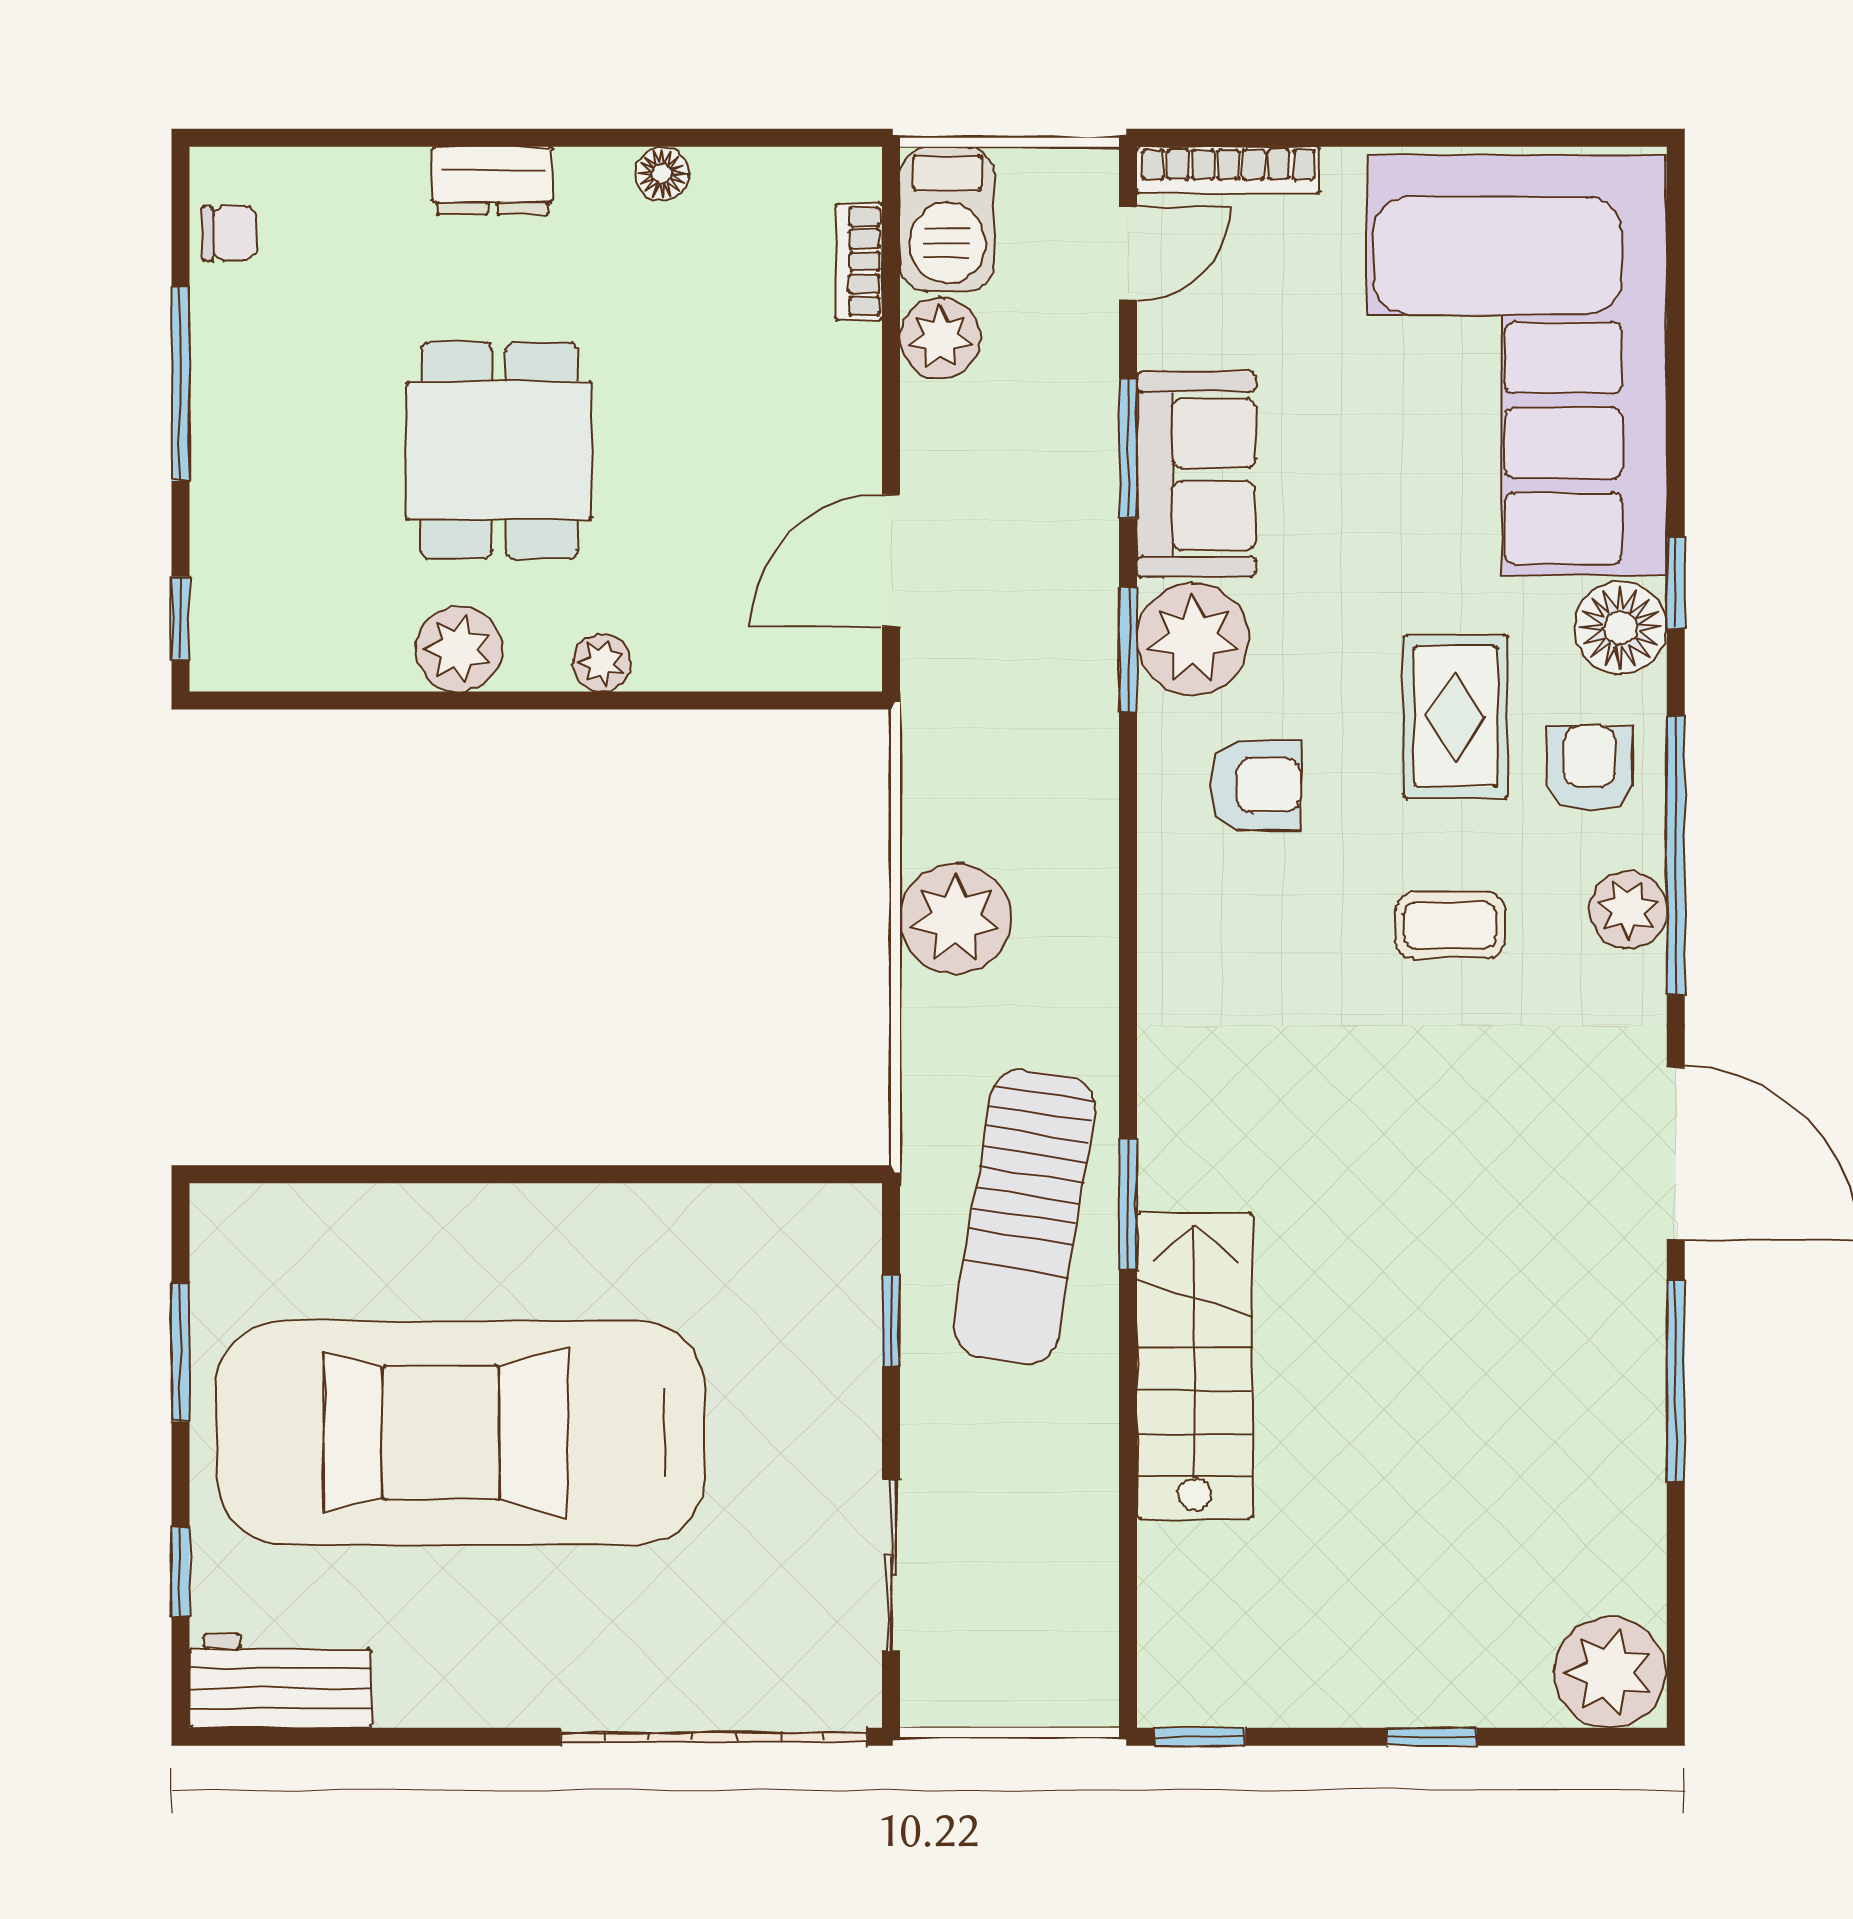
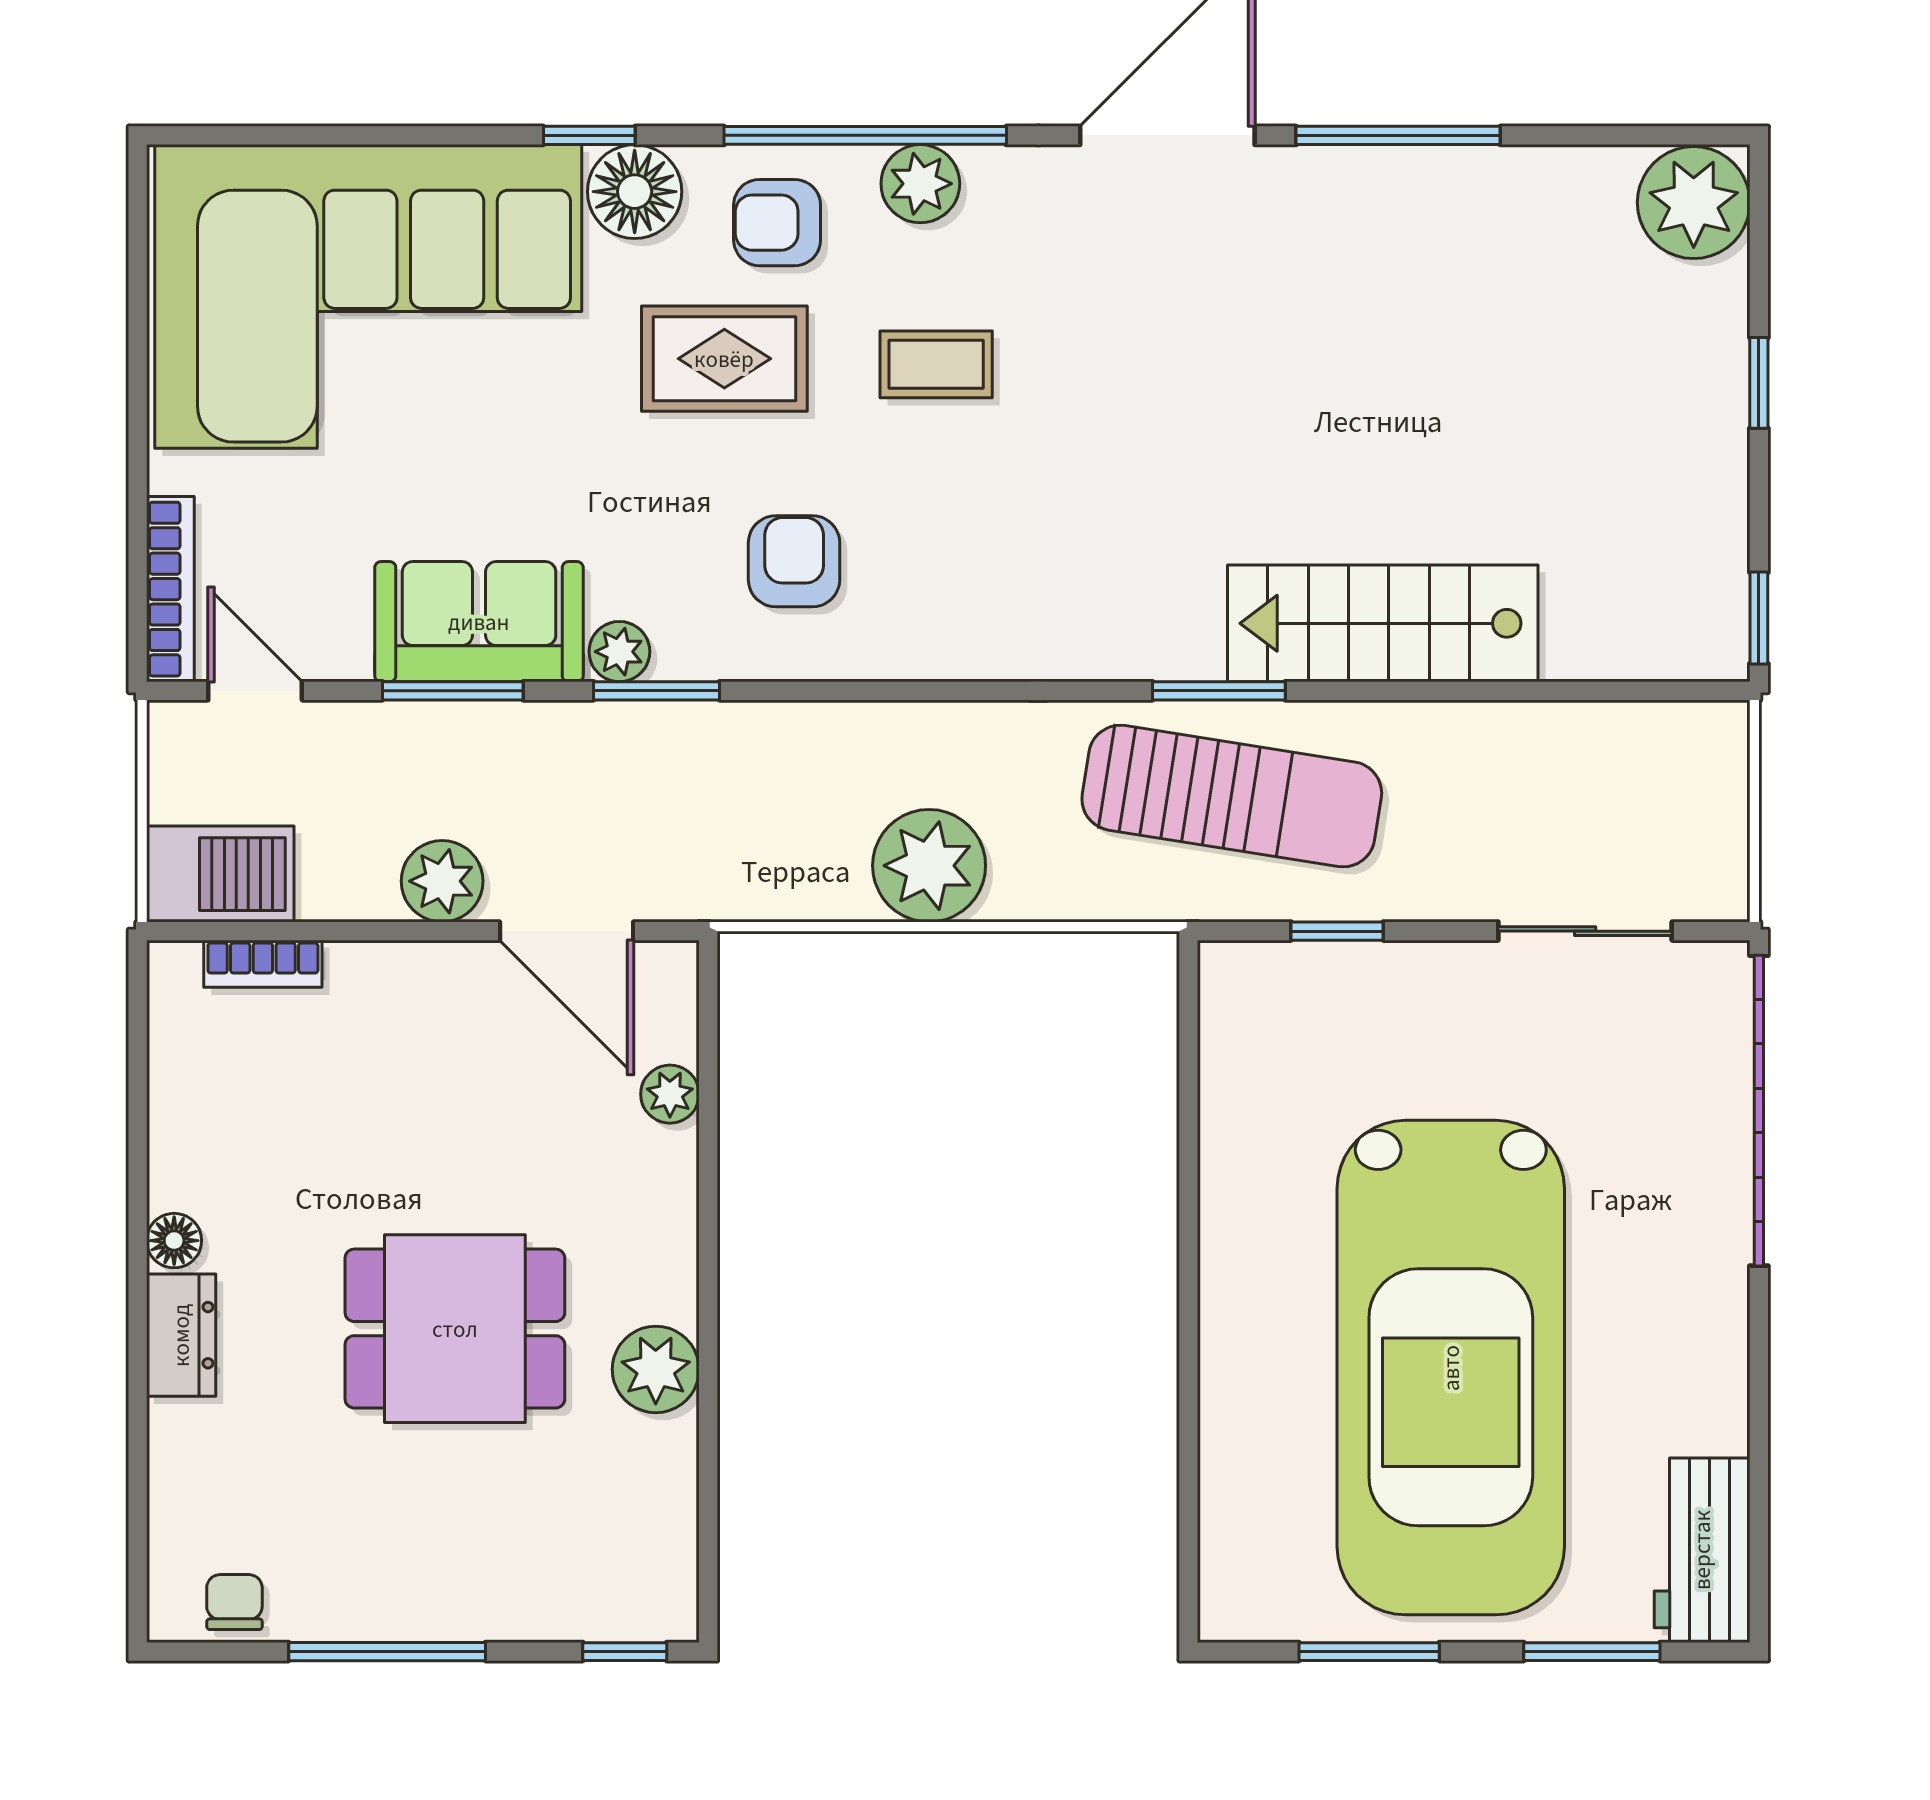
floor lamp: (662, 174) -> (174, 1241), moved
plant: (940, 338) -> (442, 881), moved
plant: (1193, 639) -> (619, 652), width x0.53, depth x0.53
plant: (602, 663) -> (670, 1094), moved
coffee table: (1450, 925) -> (936, 364), turned 90
window: (180, 1572) -> (1592, 1652), width x1.50

